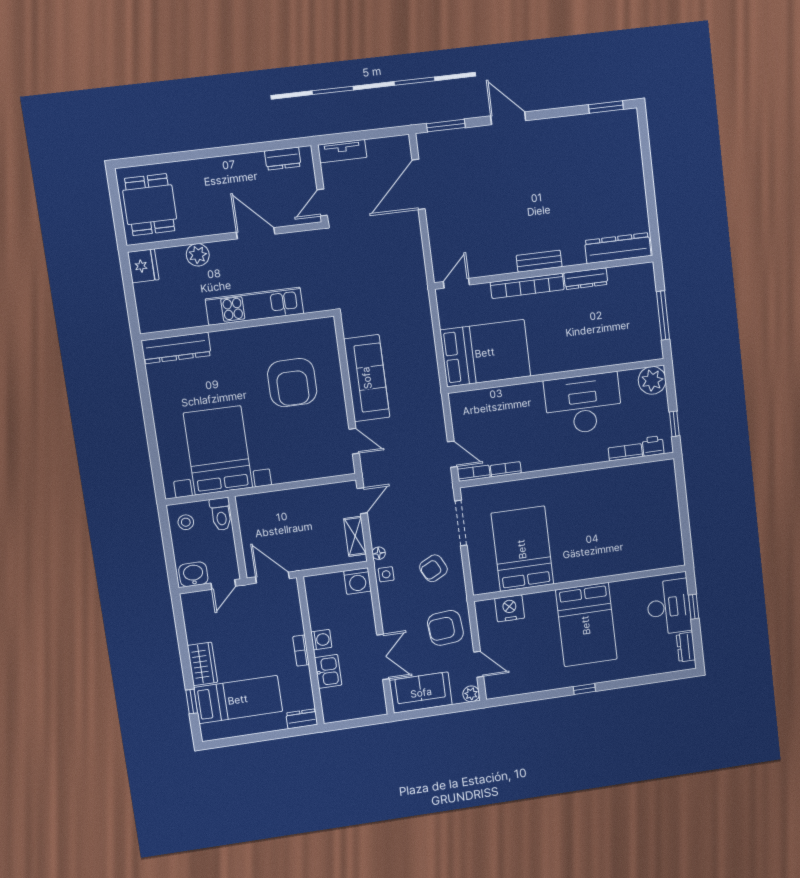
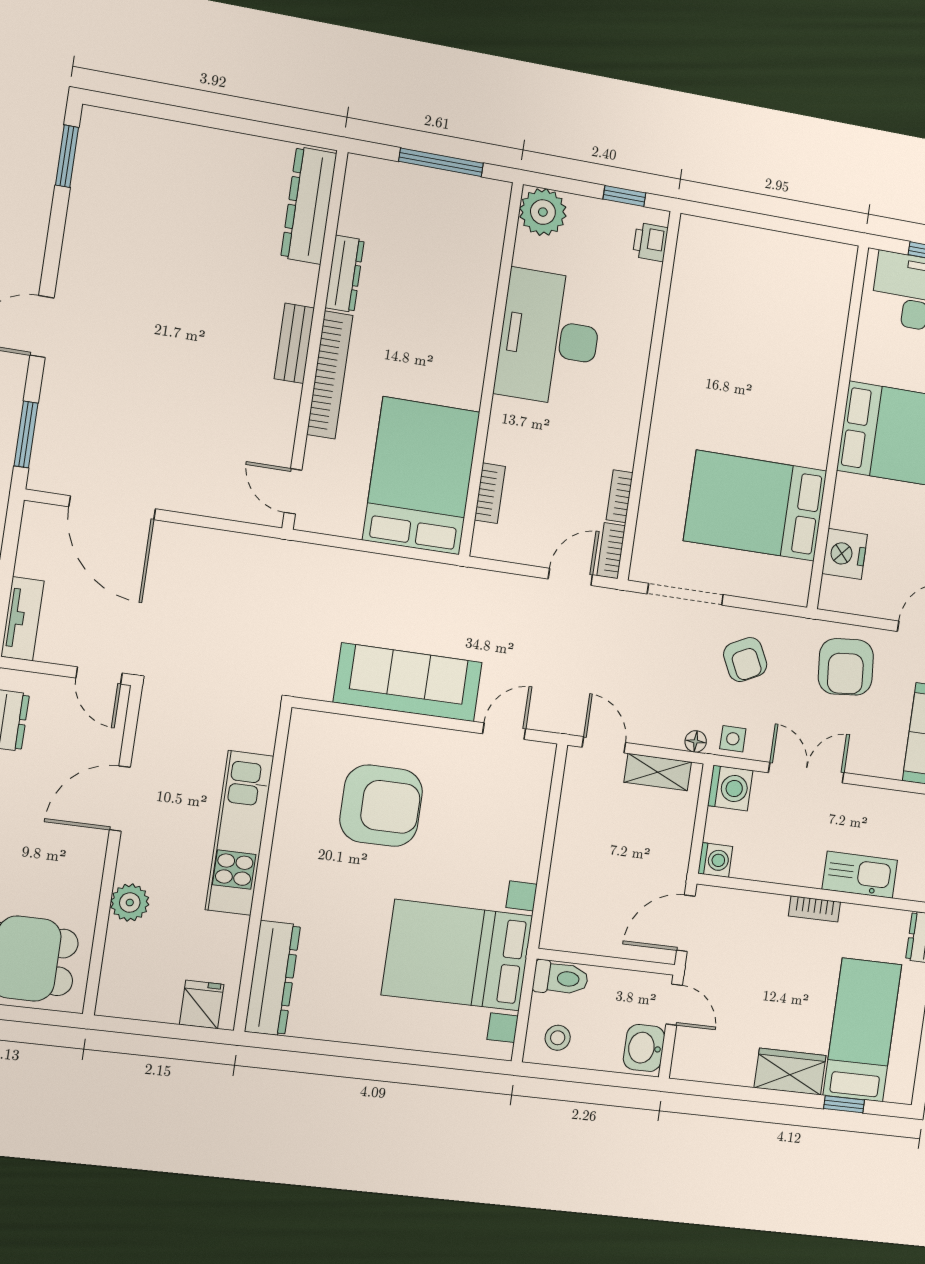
fridge: (143, 266) -> (202, 1004), moved, width x0.72
bookcase: (625, 452) -> (490, 493), moved, turned 180
washing machine: (321, 640) -> (715, 860), moved, turned 90
double door: (383, 657) -> (806, 773), moved
kitchen sink: (328, 671) -> (860, 875), width x1.38

